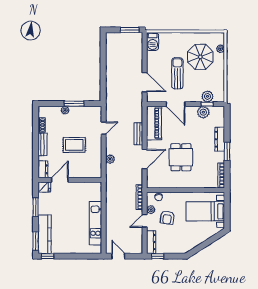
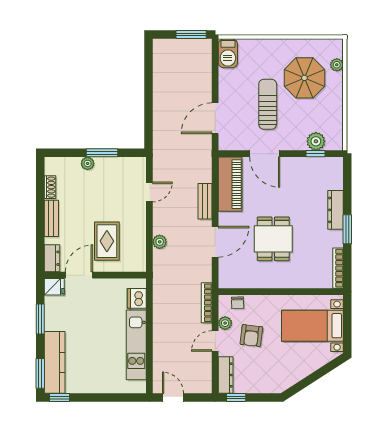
door: (145, 82) -> (215, 118), swing flipped
plant: (203, 112) -> (309, 167), removed
rug: (74, 145) -> (107, 241), moved, turned 90
dishwasher: (96, 194) -> (137, 298), added

